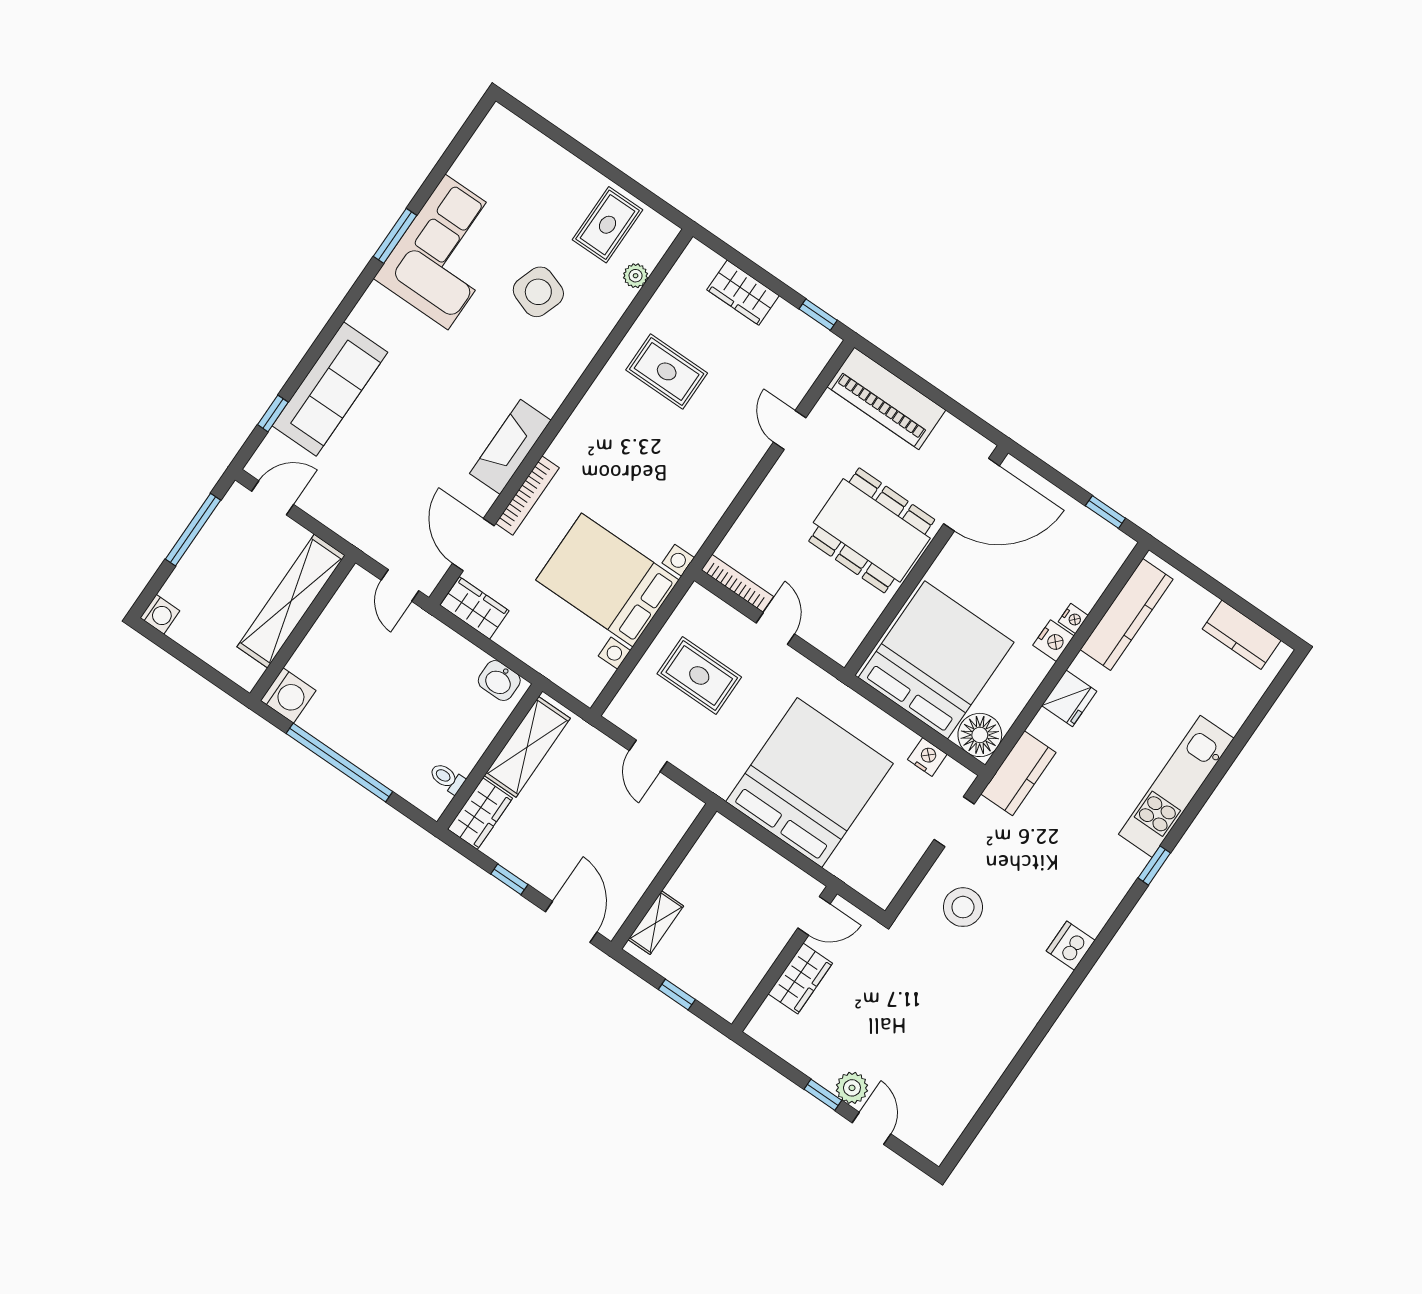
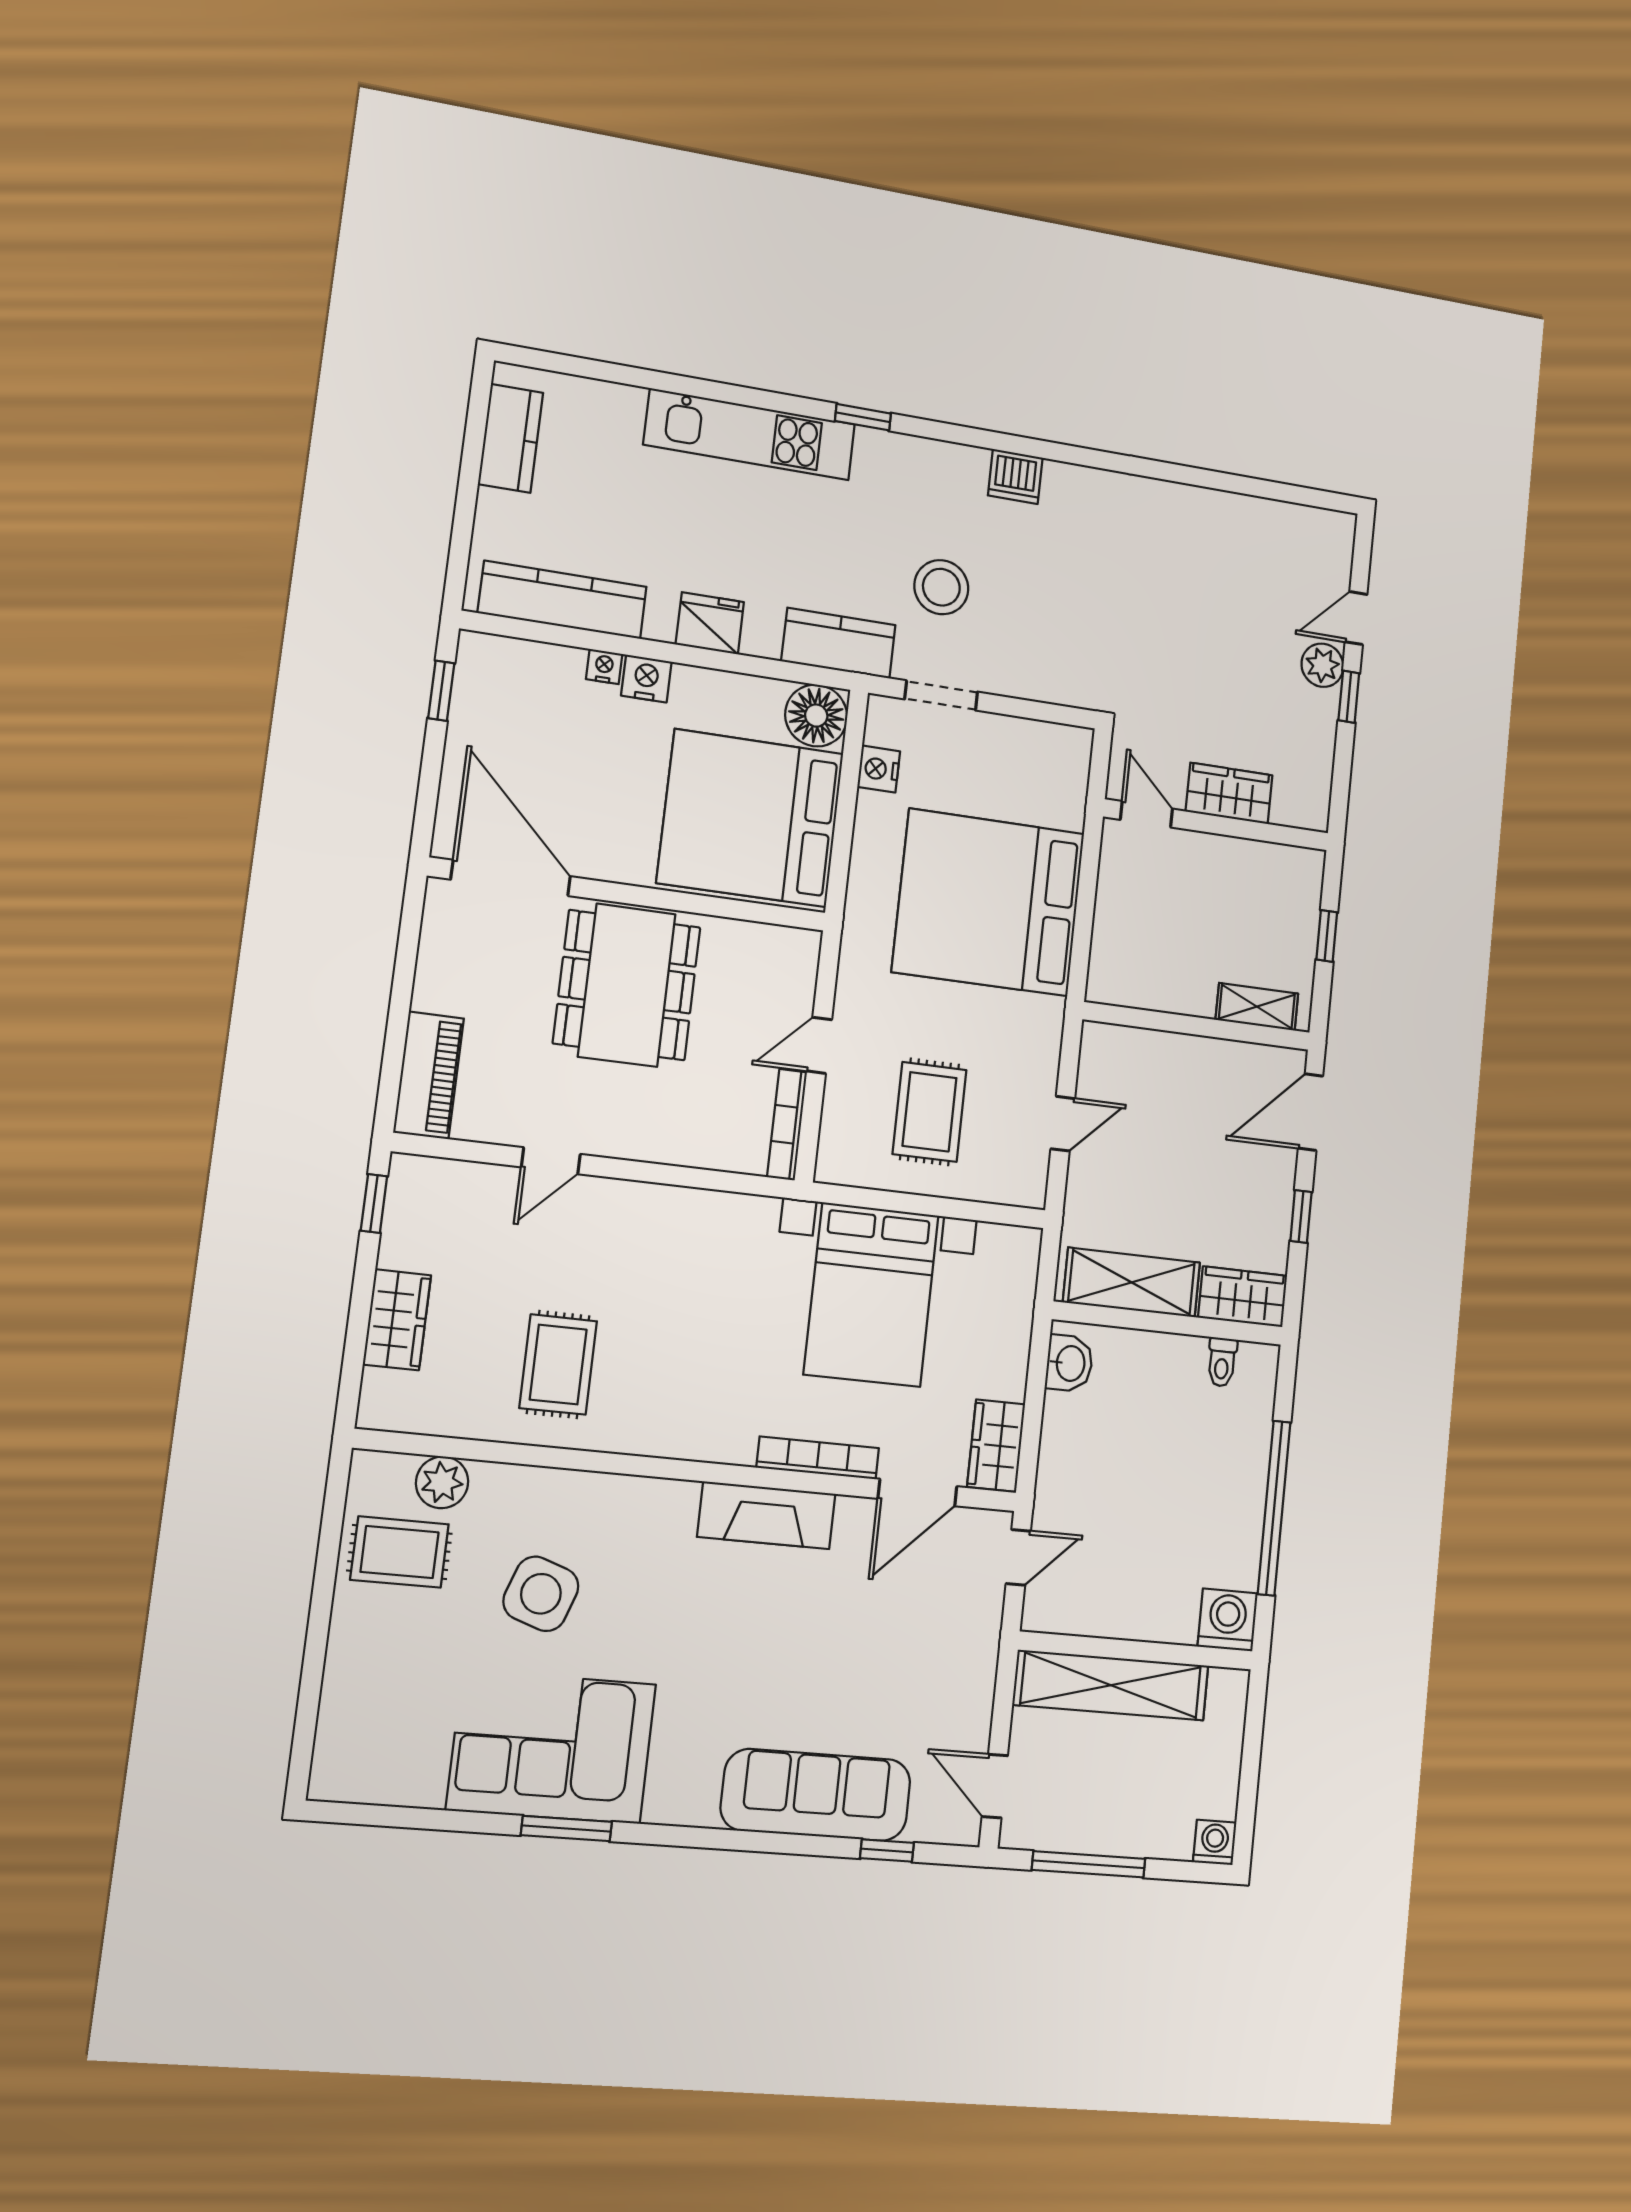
plant: (636, 276) -> (442, 1482), width x1.38, depth x1.38
piano: (886, 398) -> (429, 1075), width x0.73, depth x0.75
stool: (963, 907) -> (941, 587), moved

